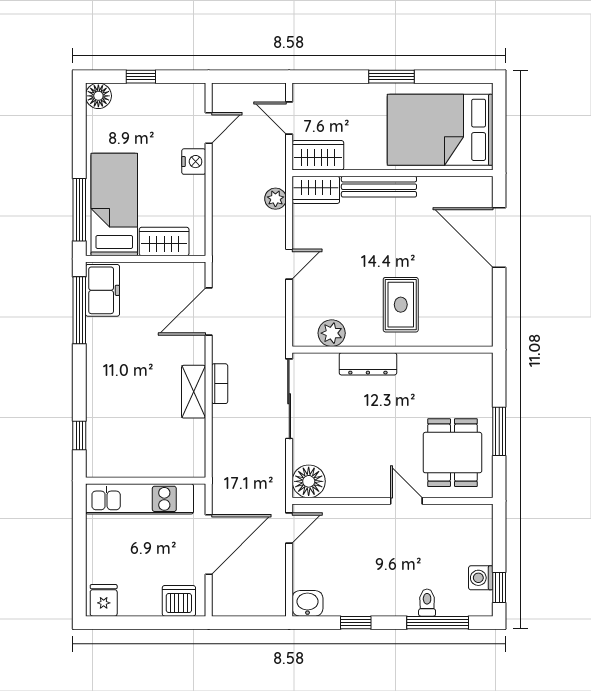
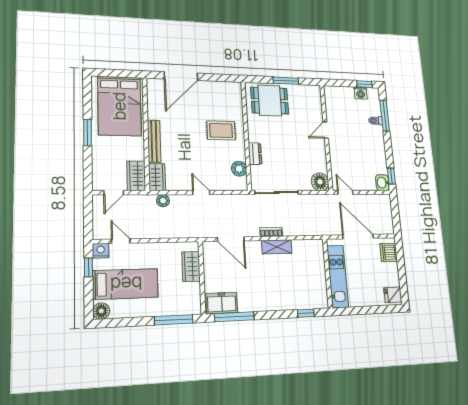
window: (141, 77) -> (88, 267), moved
nightstand: (194, 162) -> (101, 251), moved
bed: (114, 205) -> (126, 284), moved, turned 180
dresser: (368, 364) -> (255, 154), width x0.70
dining table: (452, 453) -> (270, 101), moved
window: (356, 623) -> (391, 176), moved

